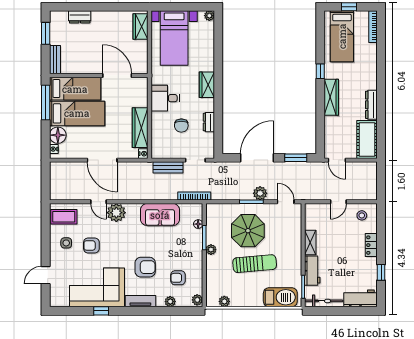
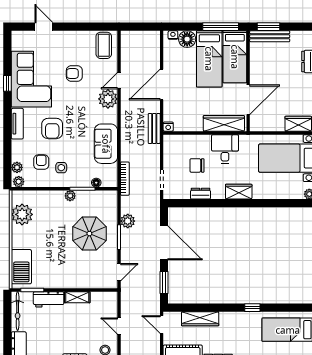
window: (46, 33) -> (269, 27), moved
bench: (55, 60) -> (270, 36), width x1.36
wardrobe: (331, 97) -> (200, 319), moved
wardrobe: (140, 128) -> (224, 123), moved
door: (337, 160) -> (162, 324), hinge flipped
bench: (168, 167) -> (154, 129), moved
plant: (260, 193) -> (128, 221), moved
side table: (66, 243) -> (61, 168), moved
armchair: (91, 245) -> (74, 74), turned -90
sun lounger: (255, 264) -> (56, 240), removed
plant: (224, 301) -> (22, 214), width x1.88, depth x1.88
plant: (170, 302) -> (17, 167), moved

